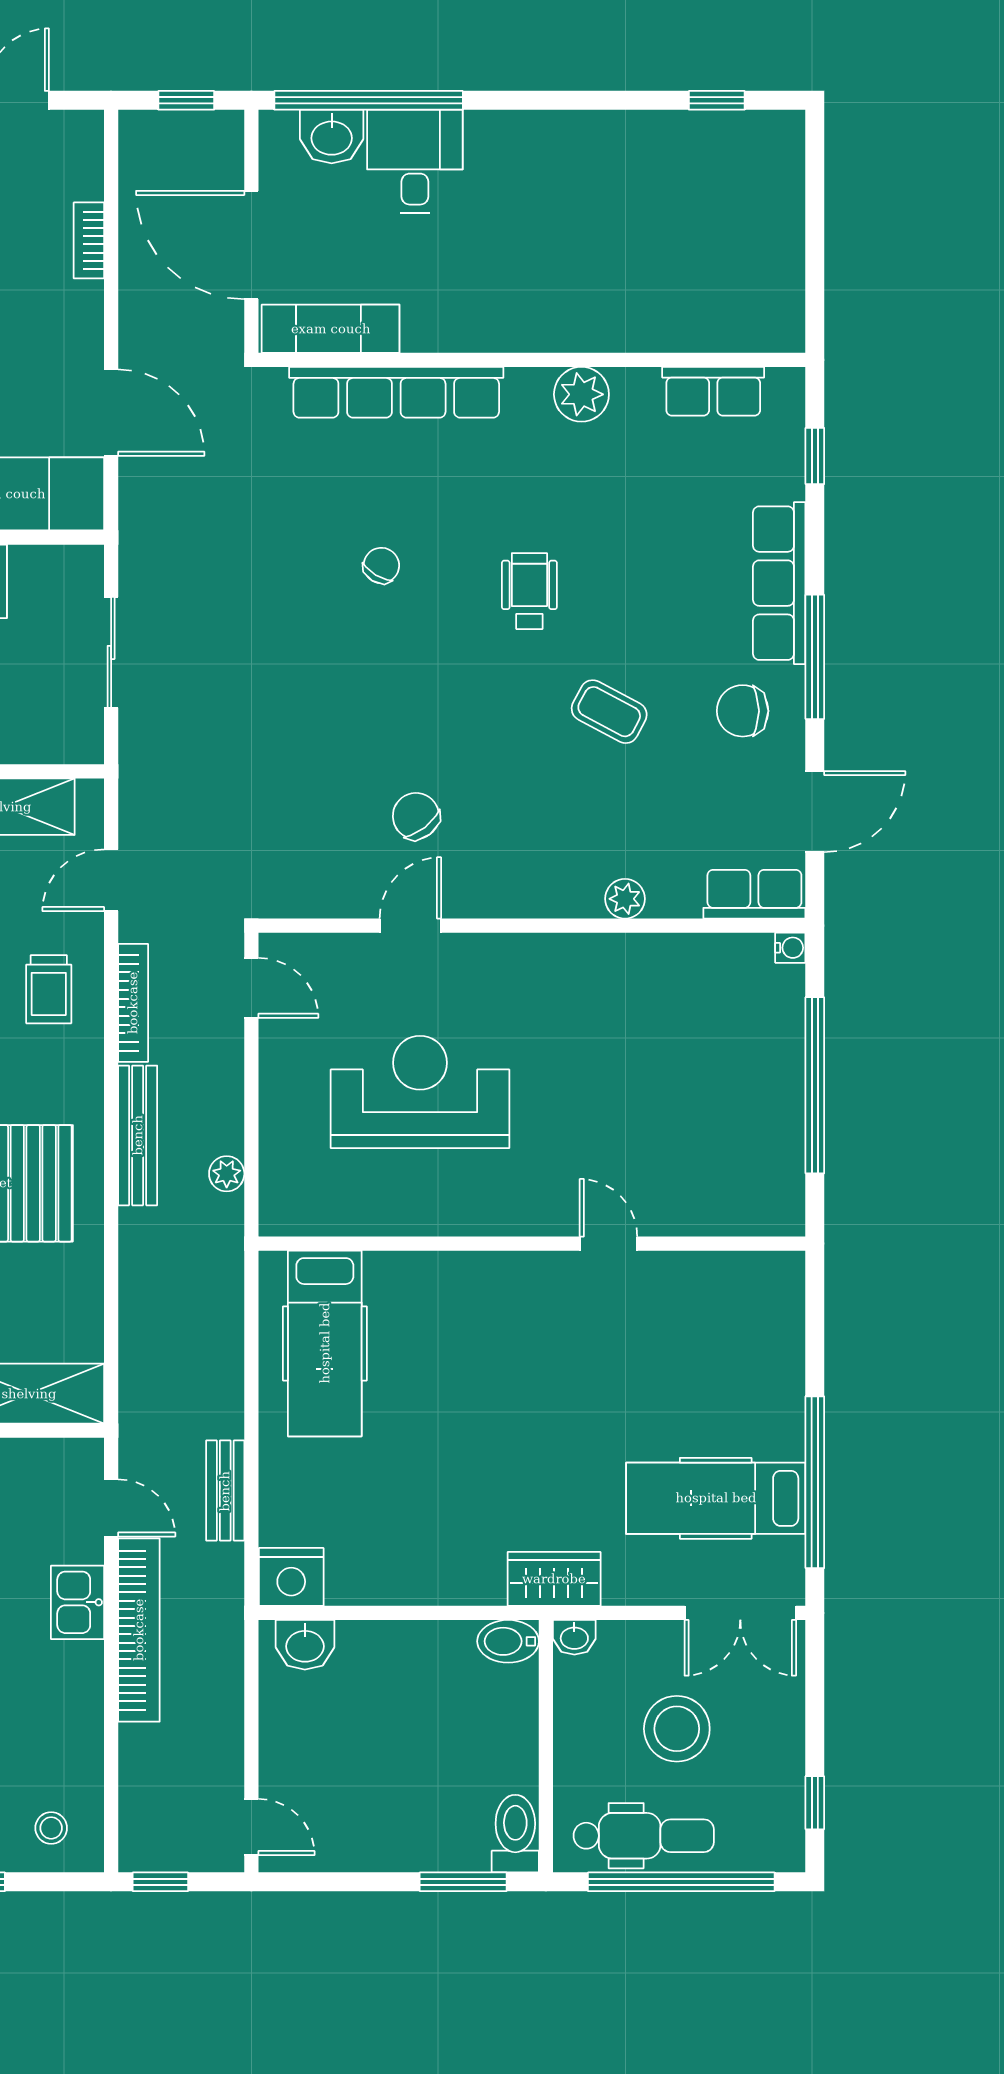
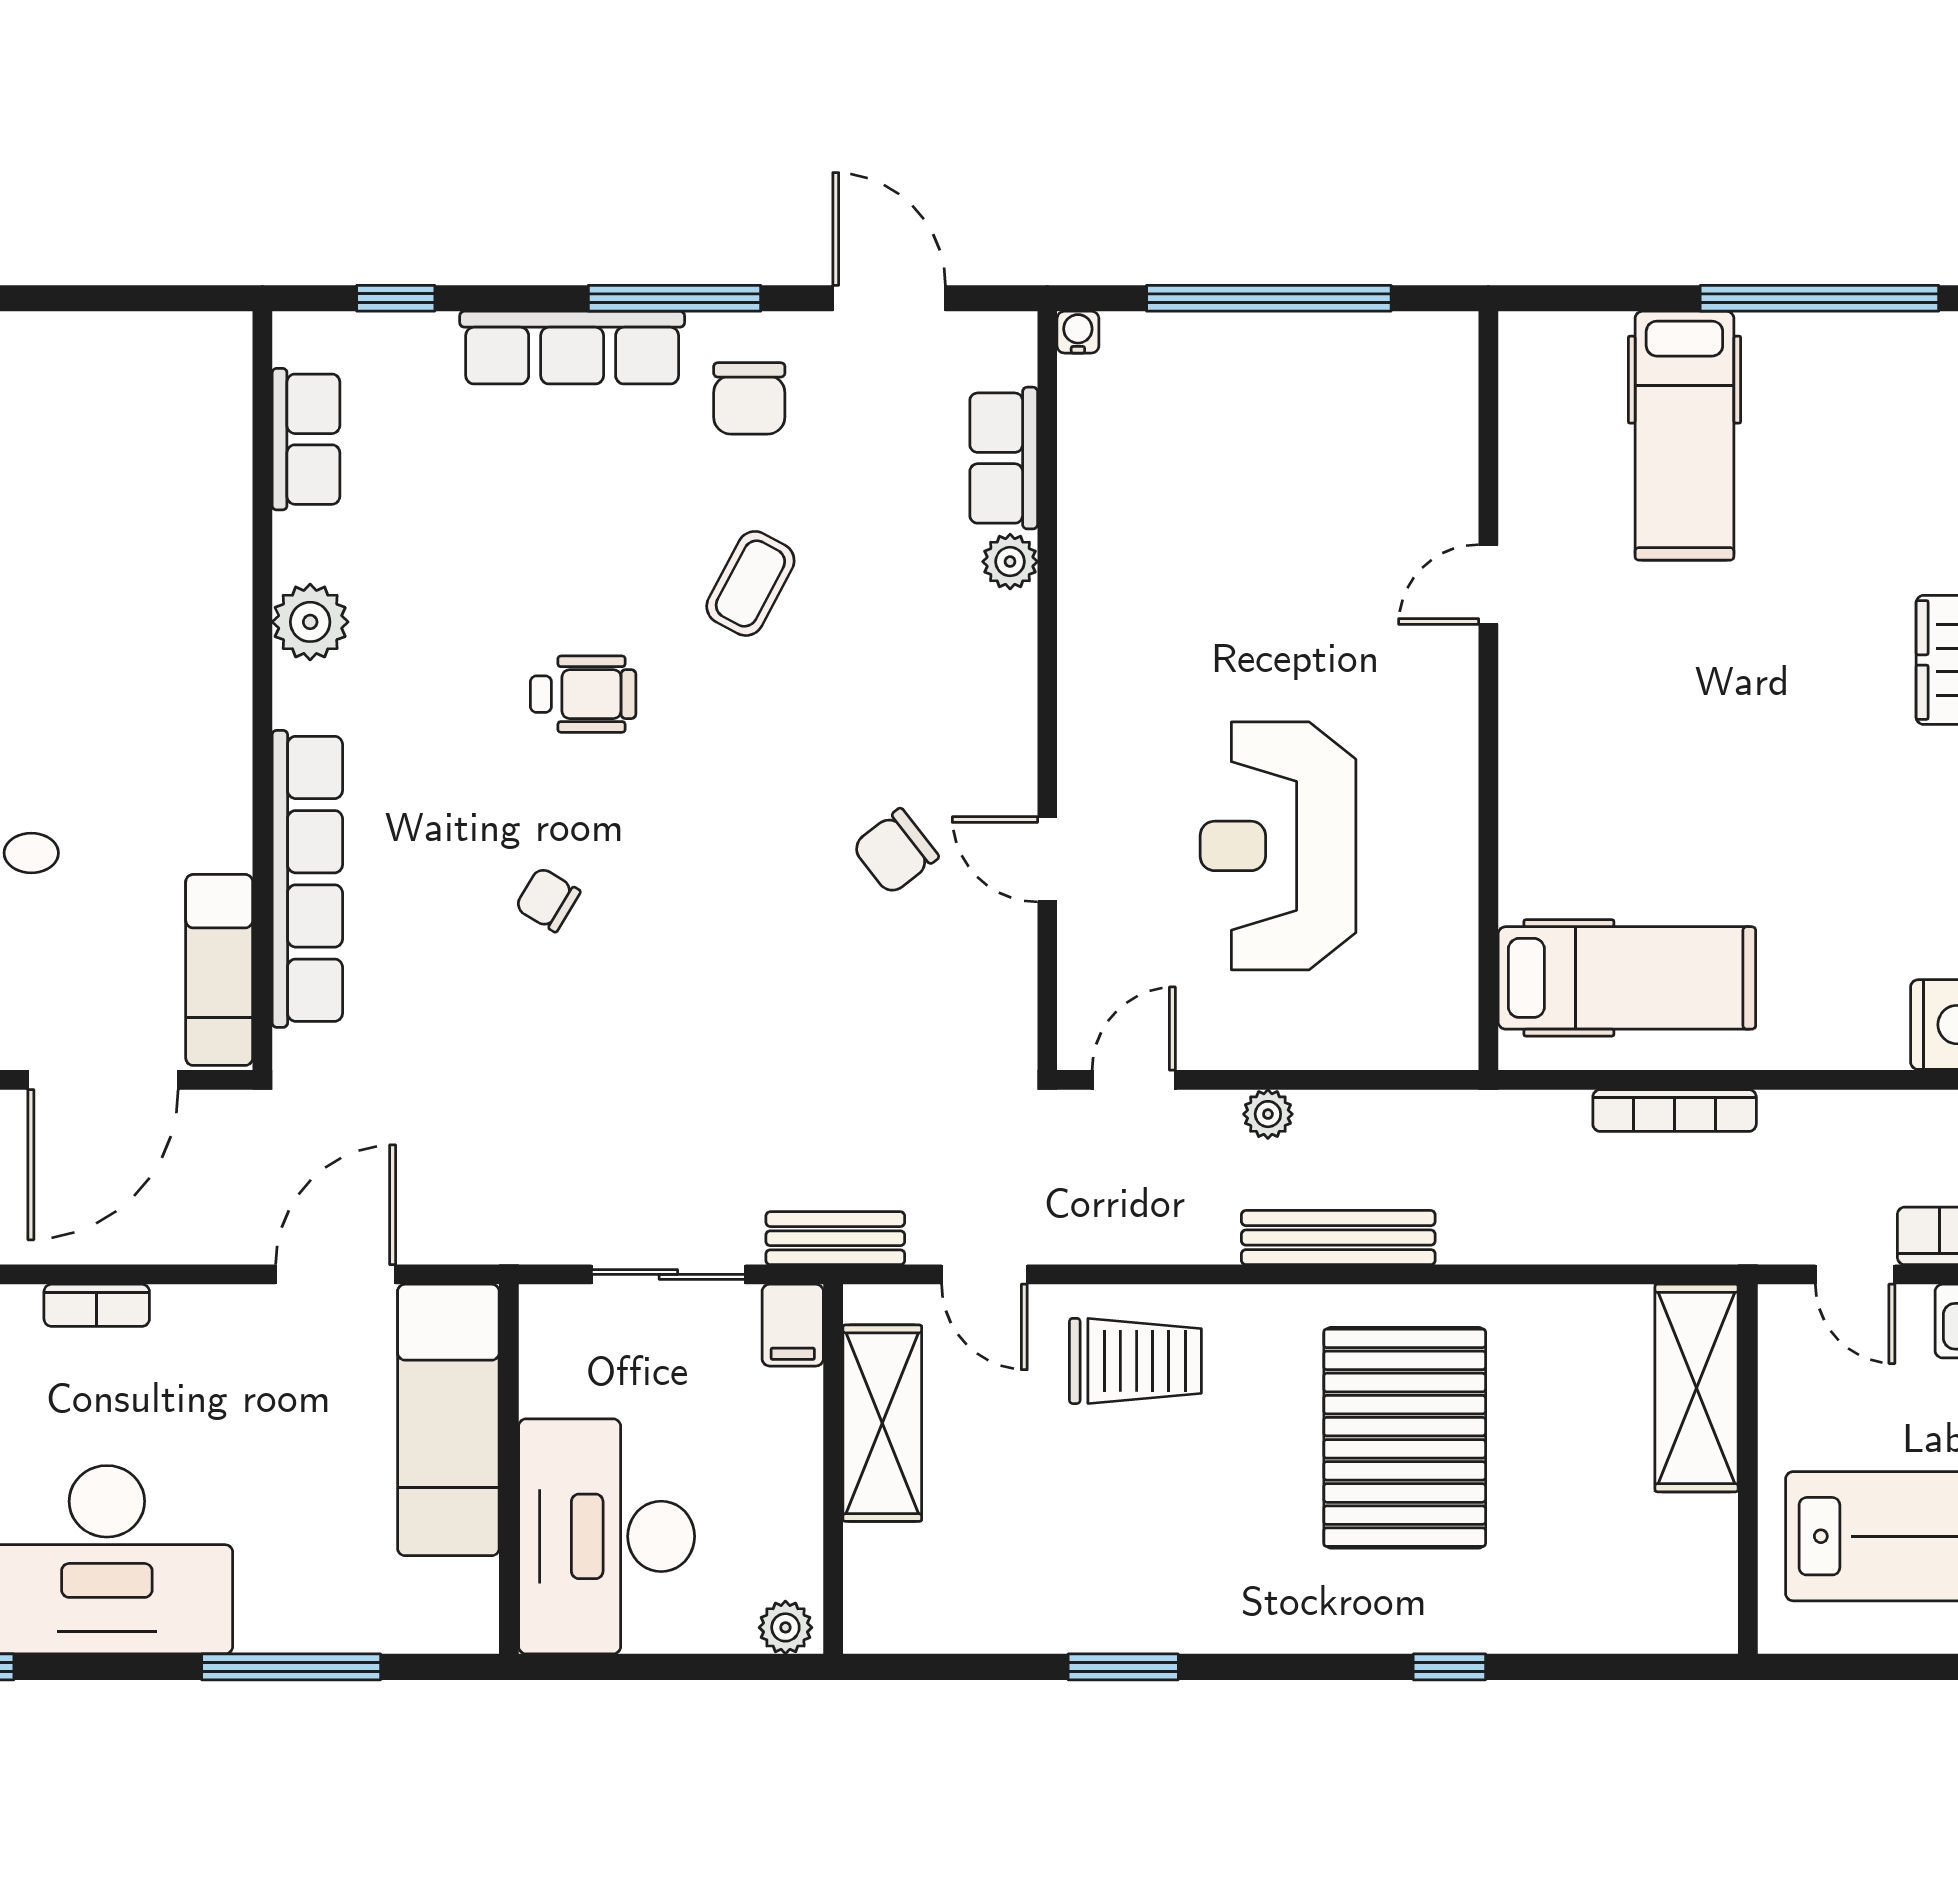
wheelchair: (529, 591) -> (583, 694), turned 180
filing cabinet: (75, 742) -> (793, 1325), added
row of seats: (754, 894) -> (1004, 458), moved
trolley: (49, 989) -> (1135, 1361), width x1.36, depth x1.39
bookcase: (133, 1003) -> (1675, 1111), moved, turned 180
plant: (227, 1174) -> (1268, 1114), moved
bench: (225, 1491) -> (835, 1238), moved
hospital bed: (716, 1498) -> (1684, 436), moved
door: (111, 1508) -> (1855, 1274), swing flipped

